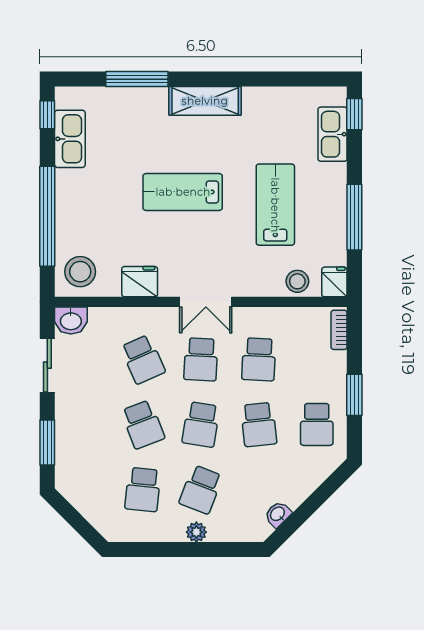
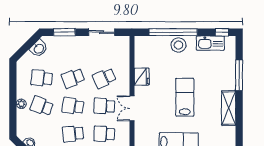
stool: (80, 272) -> (179, 45), moved
washbasin: (71, 320) -> (39, 48), moved, turned -135

